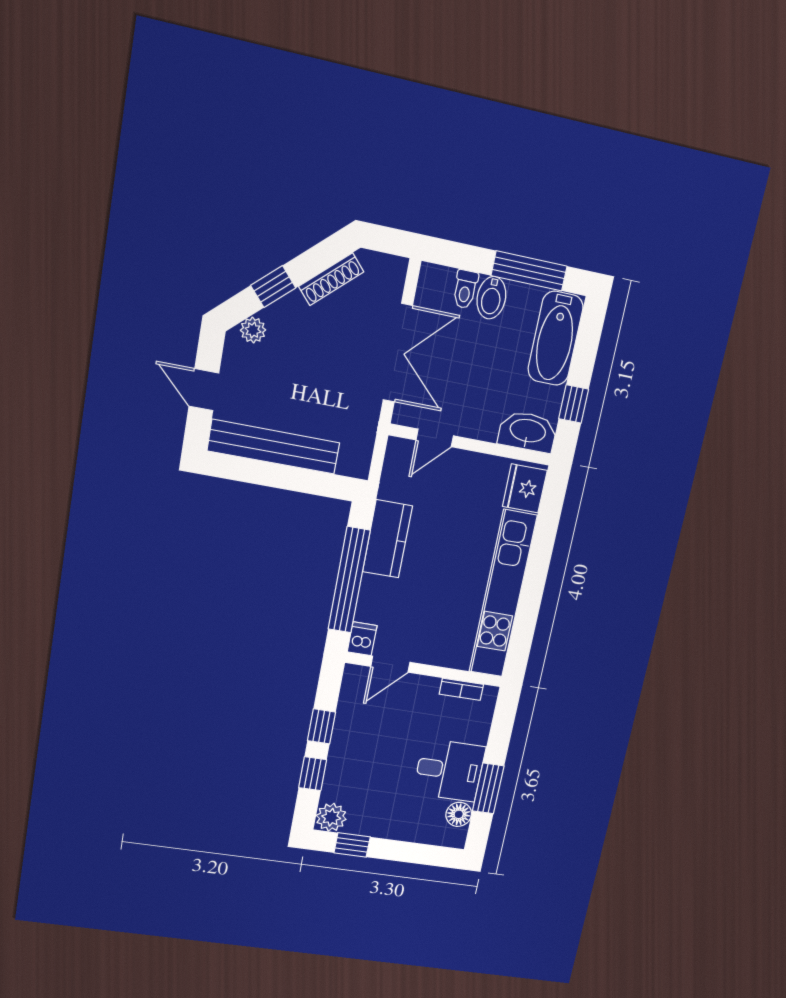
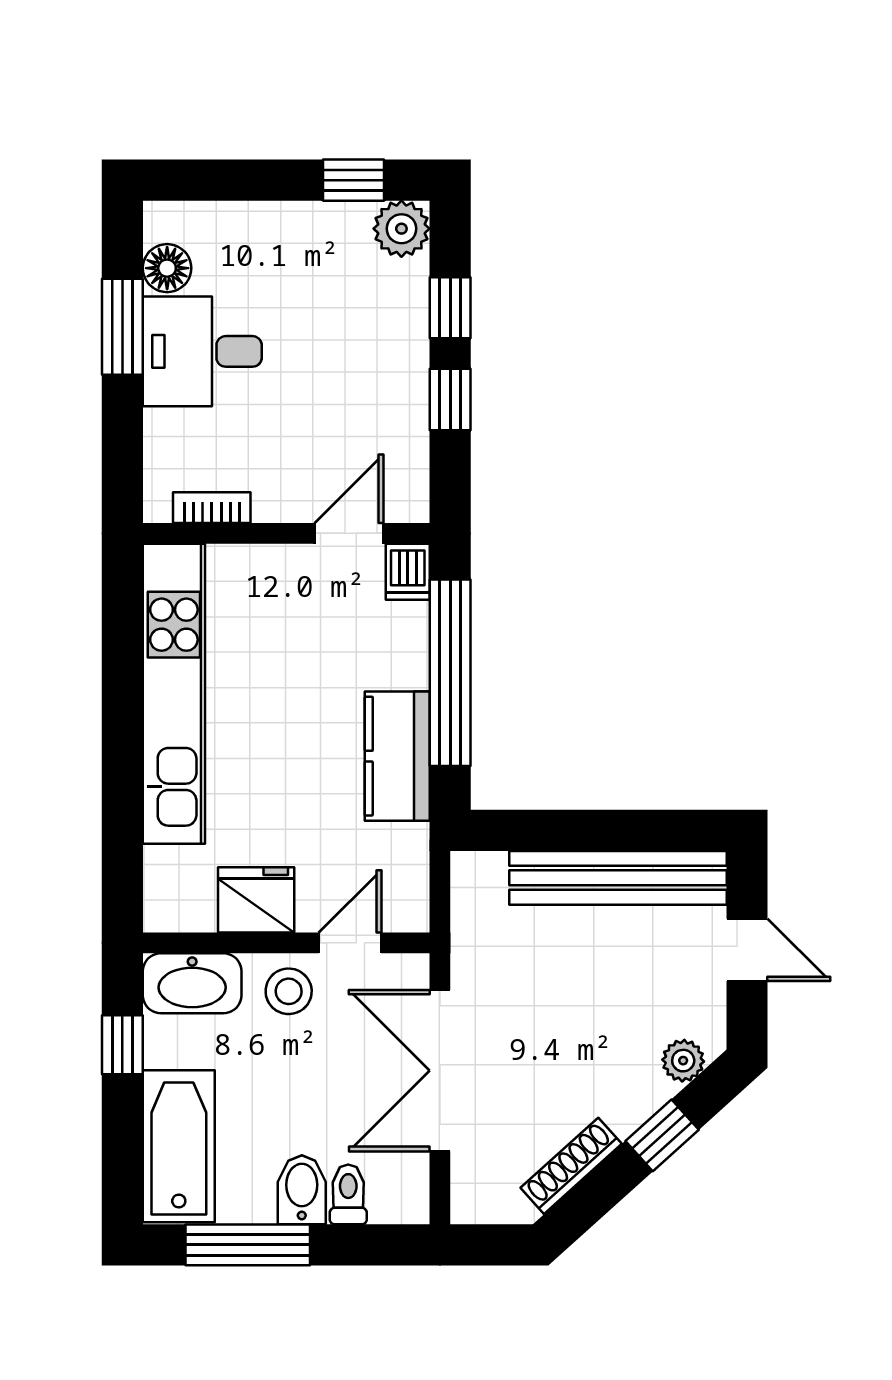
stool: (475, 417) -> (289, 991), added
fridge: (525, 488) -> (256, 900), moved, turned -90

